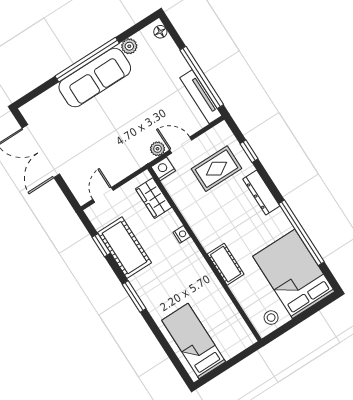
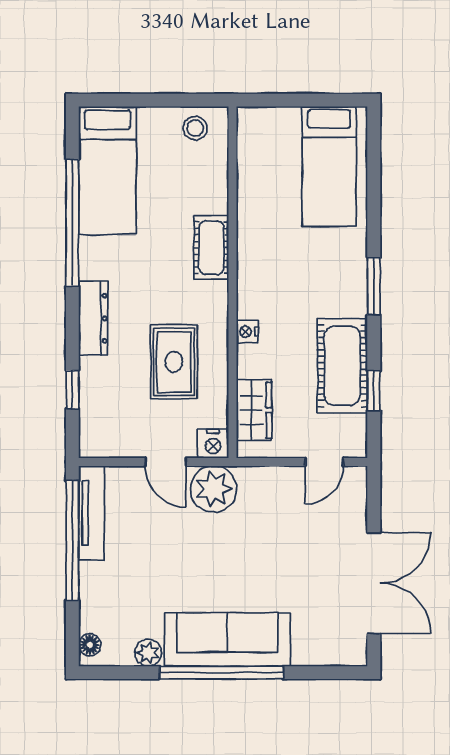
plant: (157, 149) -> (213, 489), width x1.88, depth x1.88
rug: (216, 169) -> (174, 362), moved, turned 90
bed: (294, 274) -> (107, 170), width x0.67

